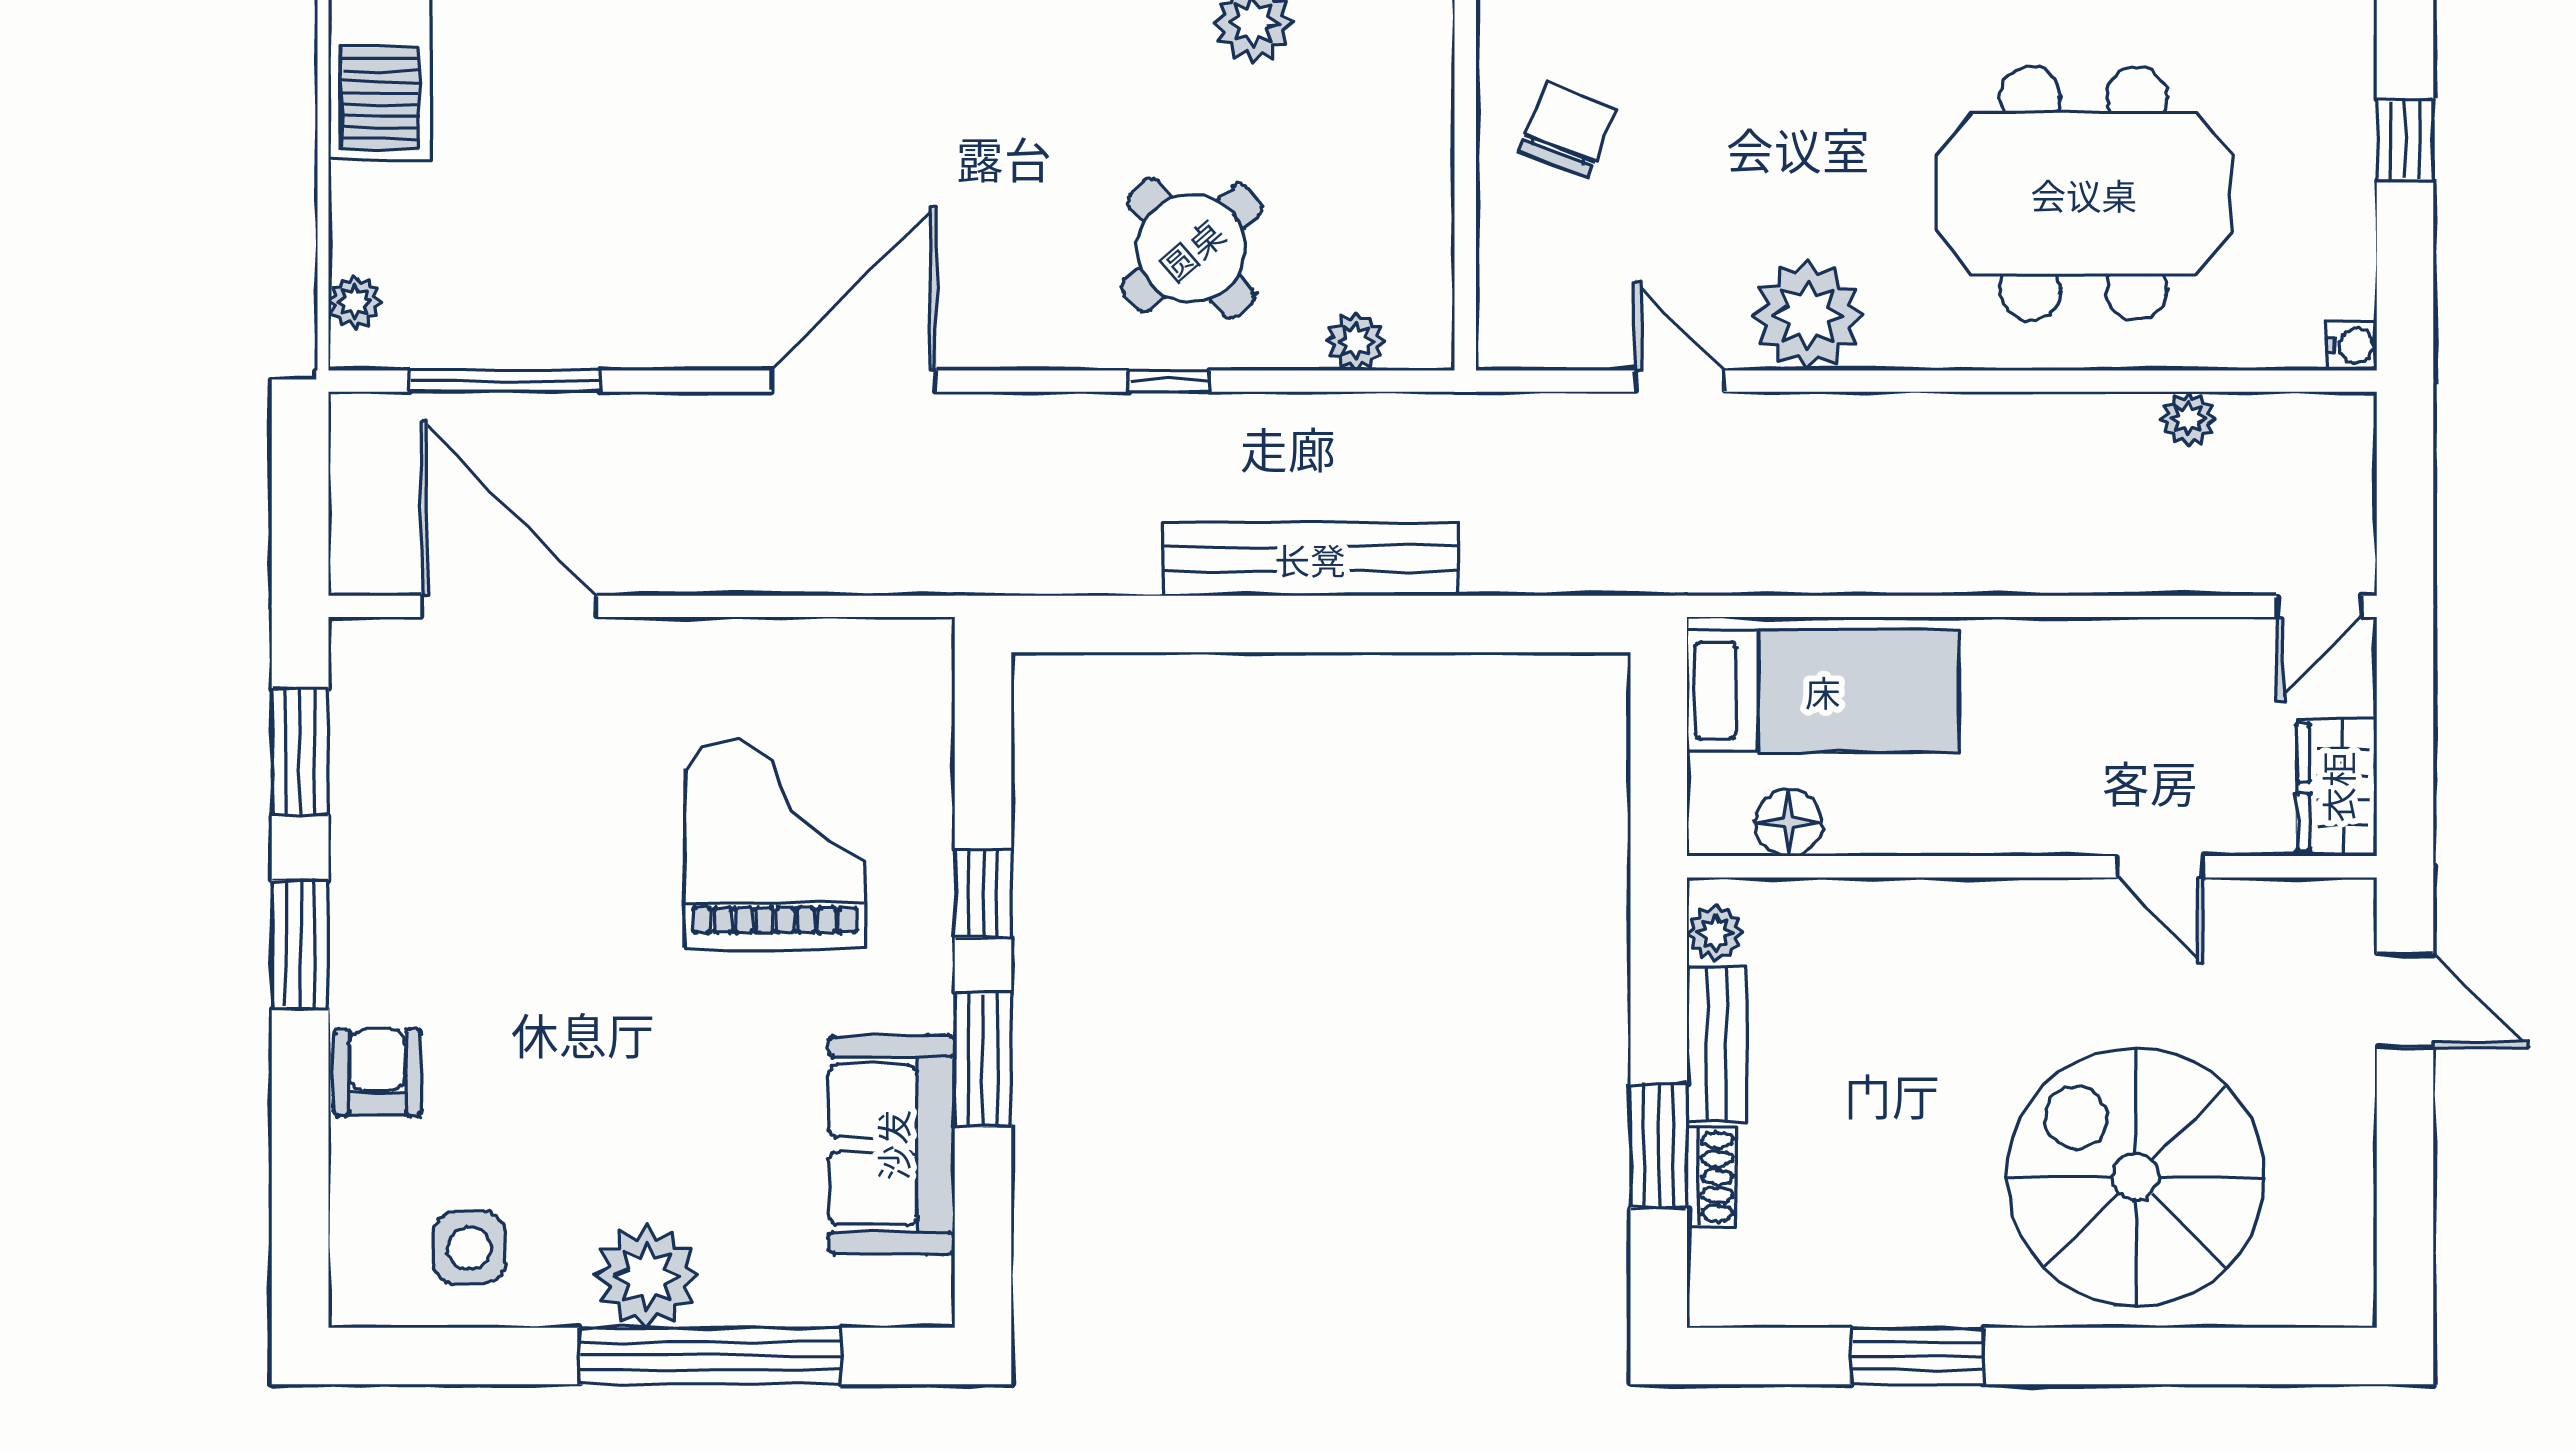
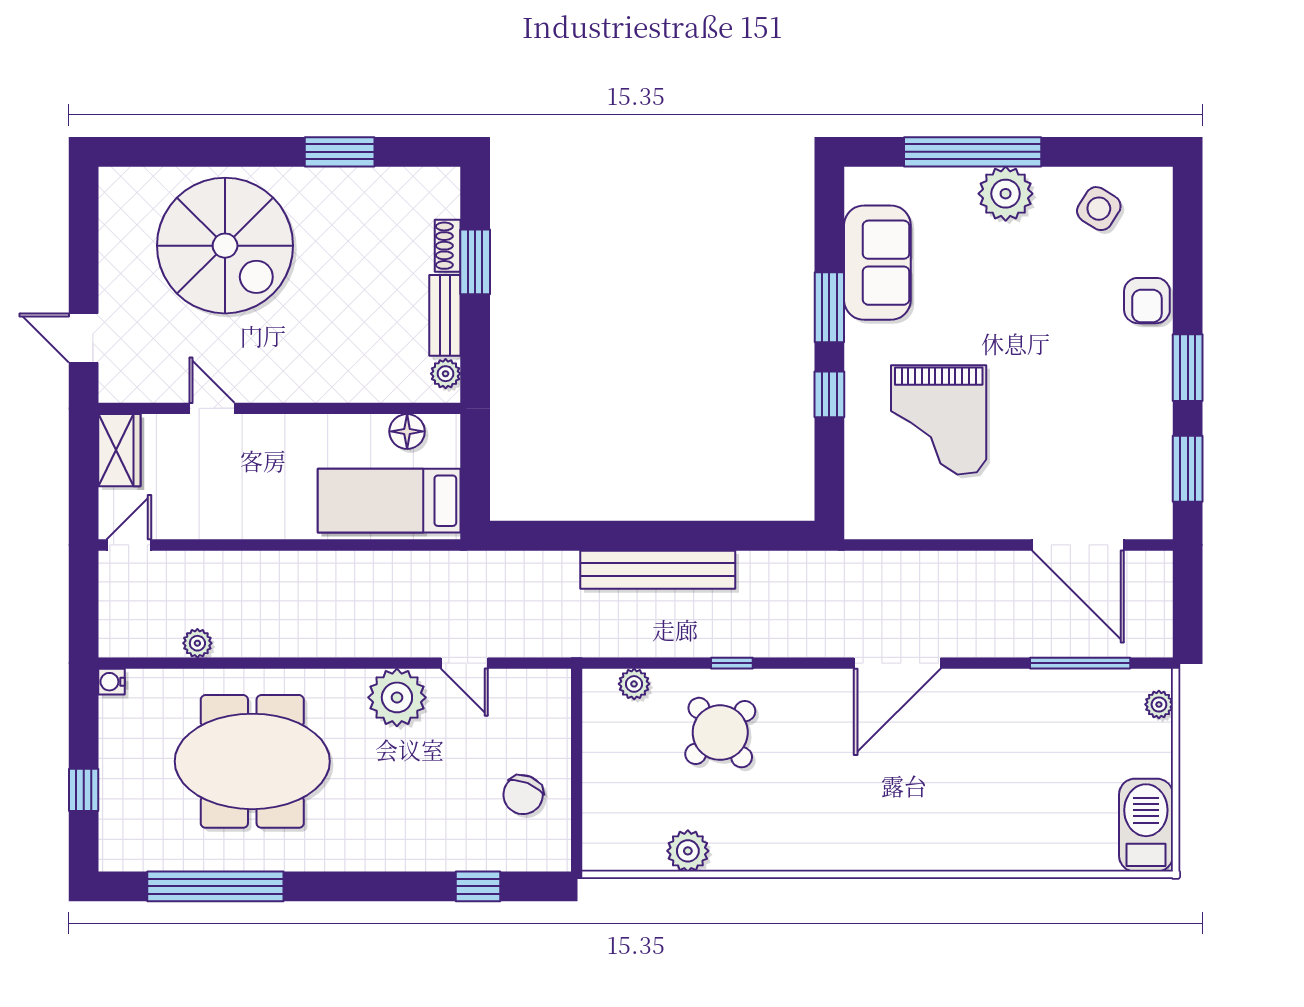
side table: (469, 1248) -> (1099, 209), turned 32

